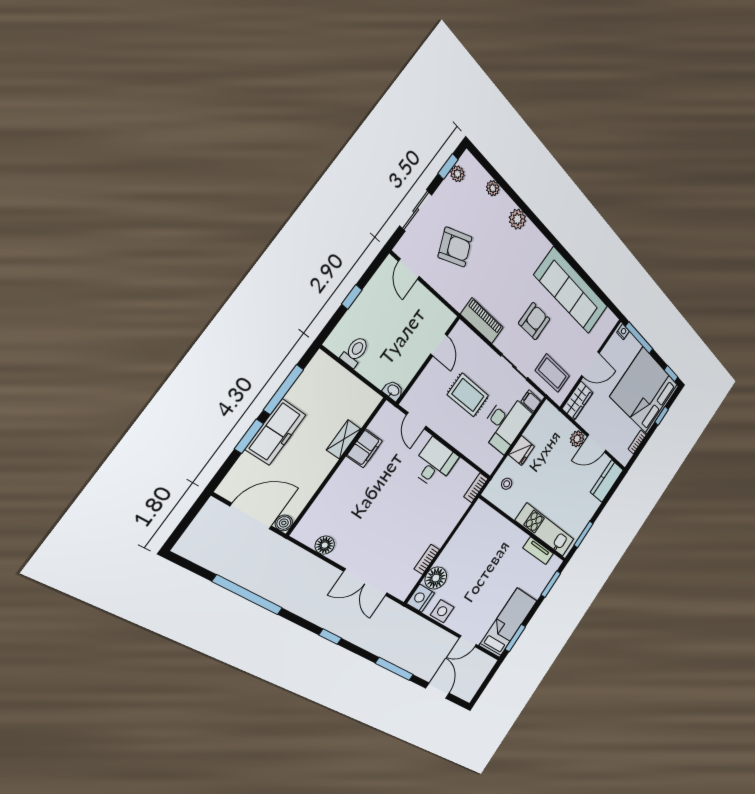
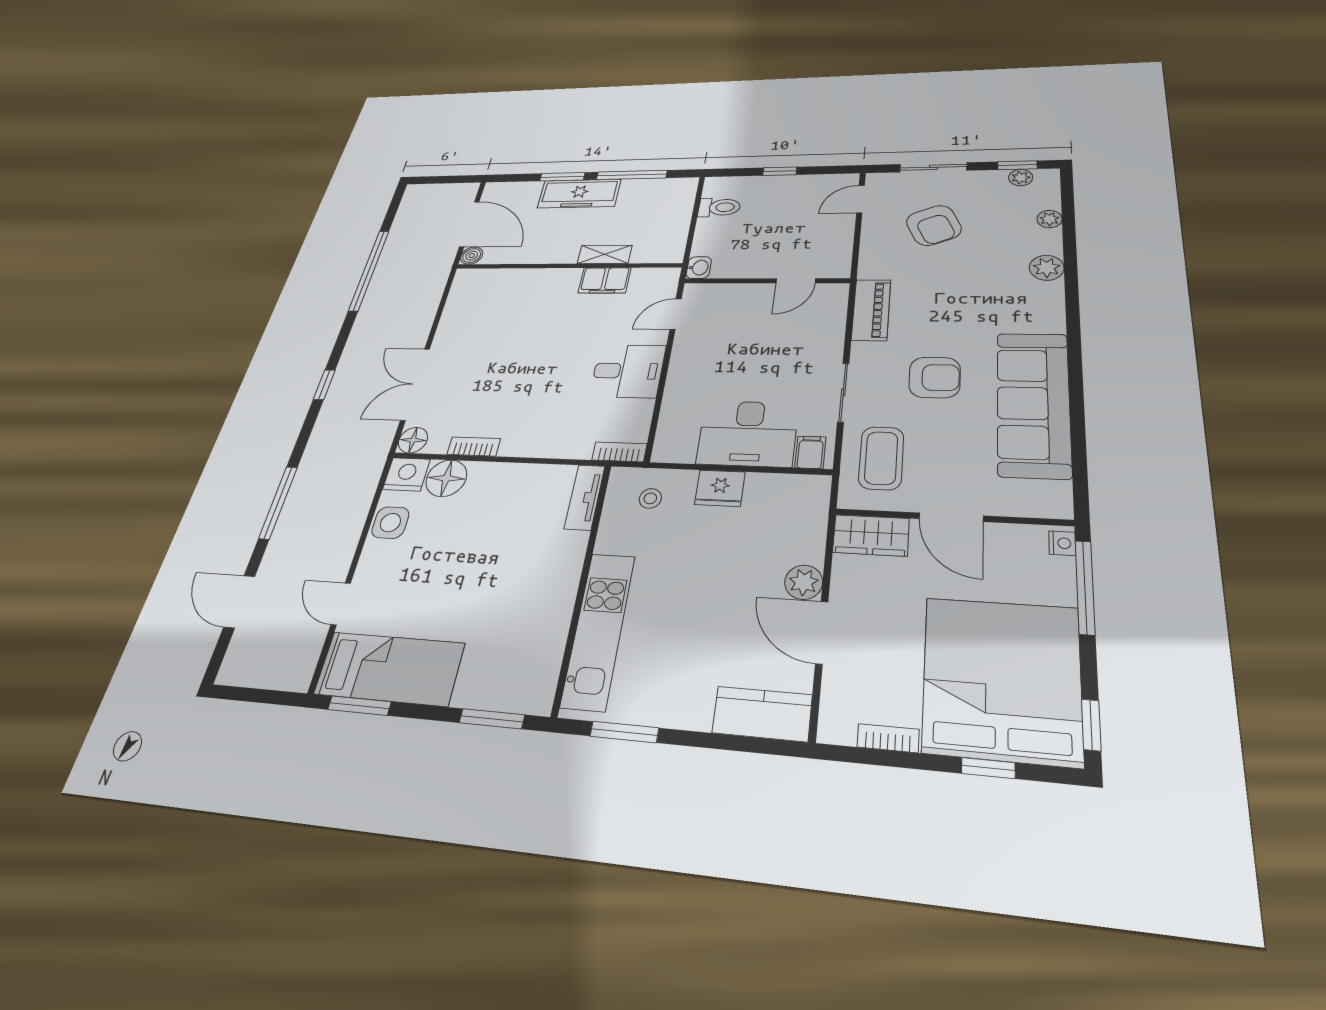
rug: (468, 395) -> (754, 355), removed
floor lamp: (325, 545) -> (413, 440), moved
tv unit: (538, 551) -> (585, 497), moved
door: (438, 691) -> (239, 602), swing flipped

